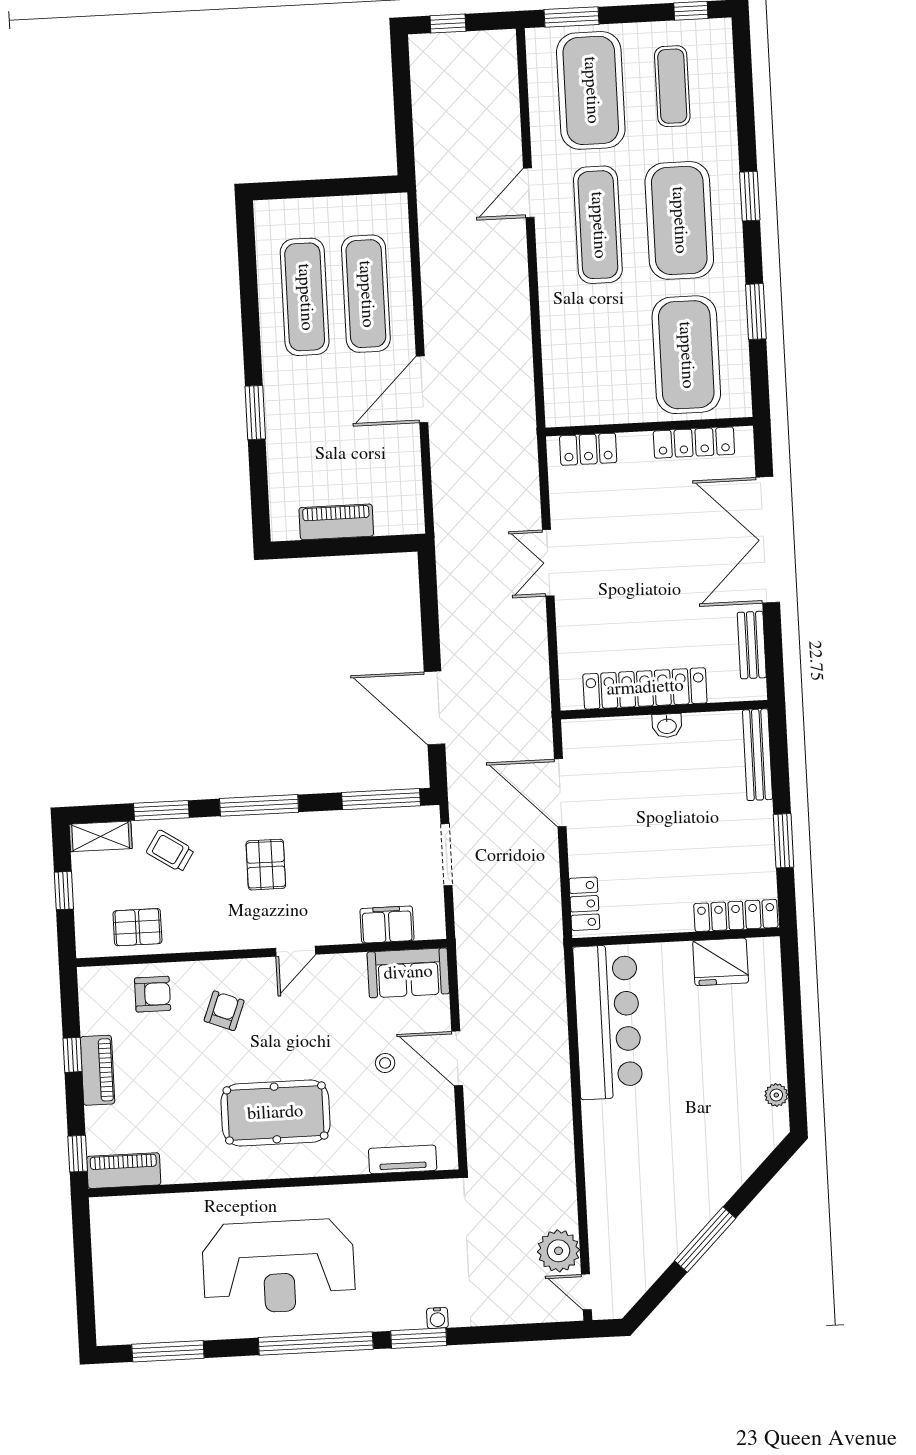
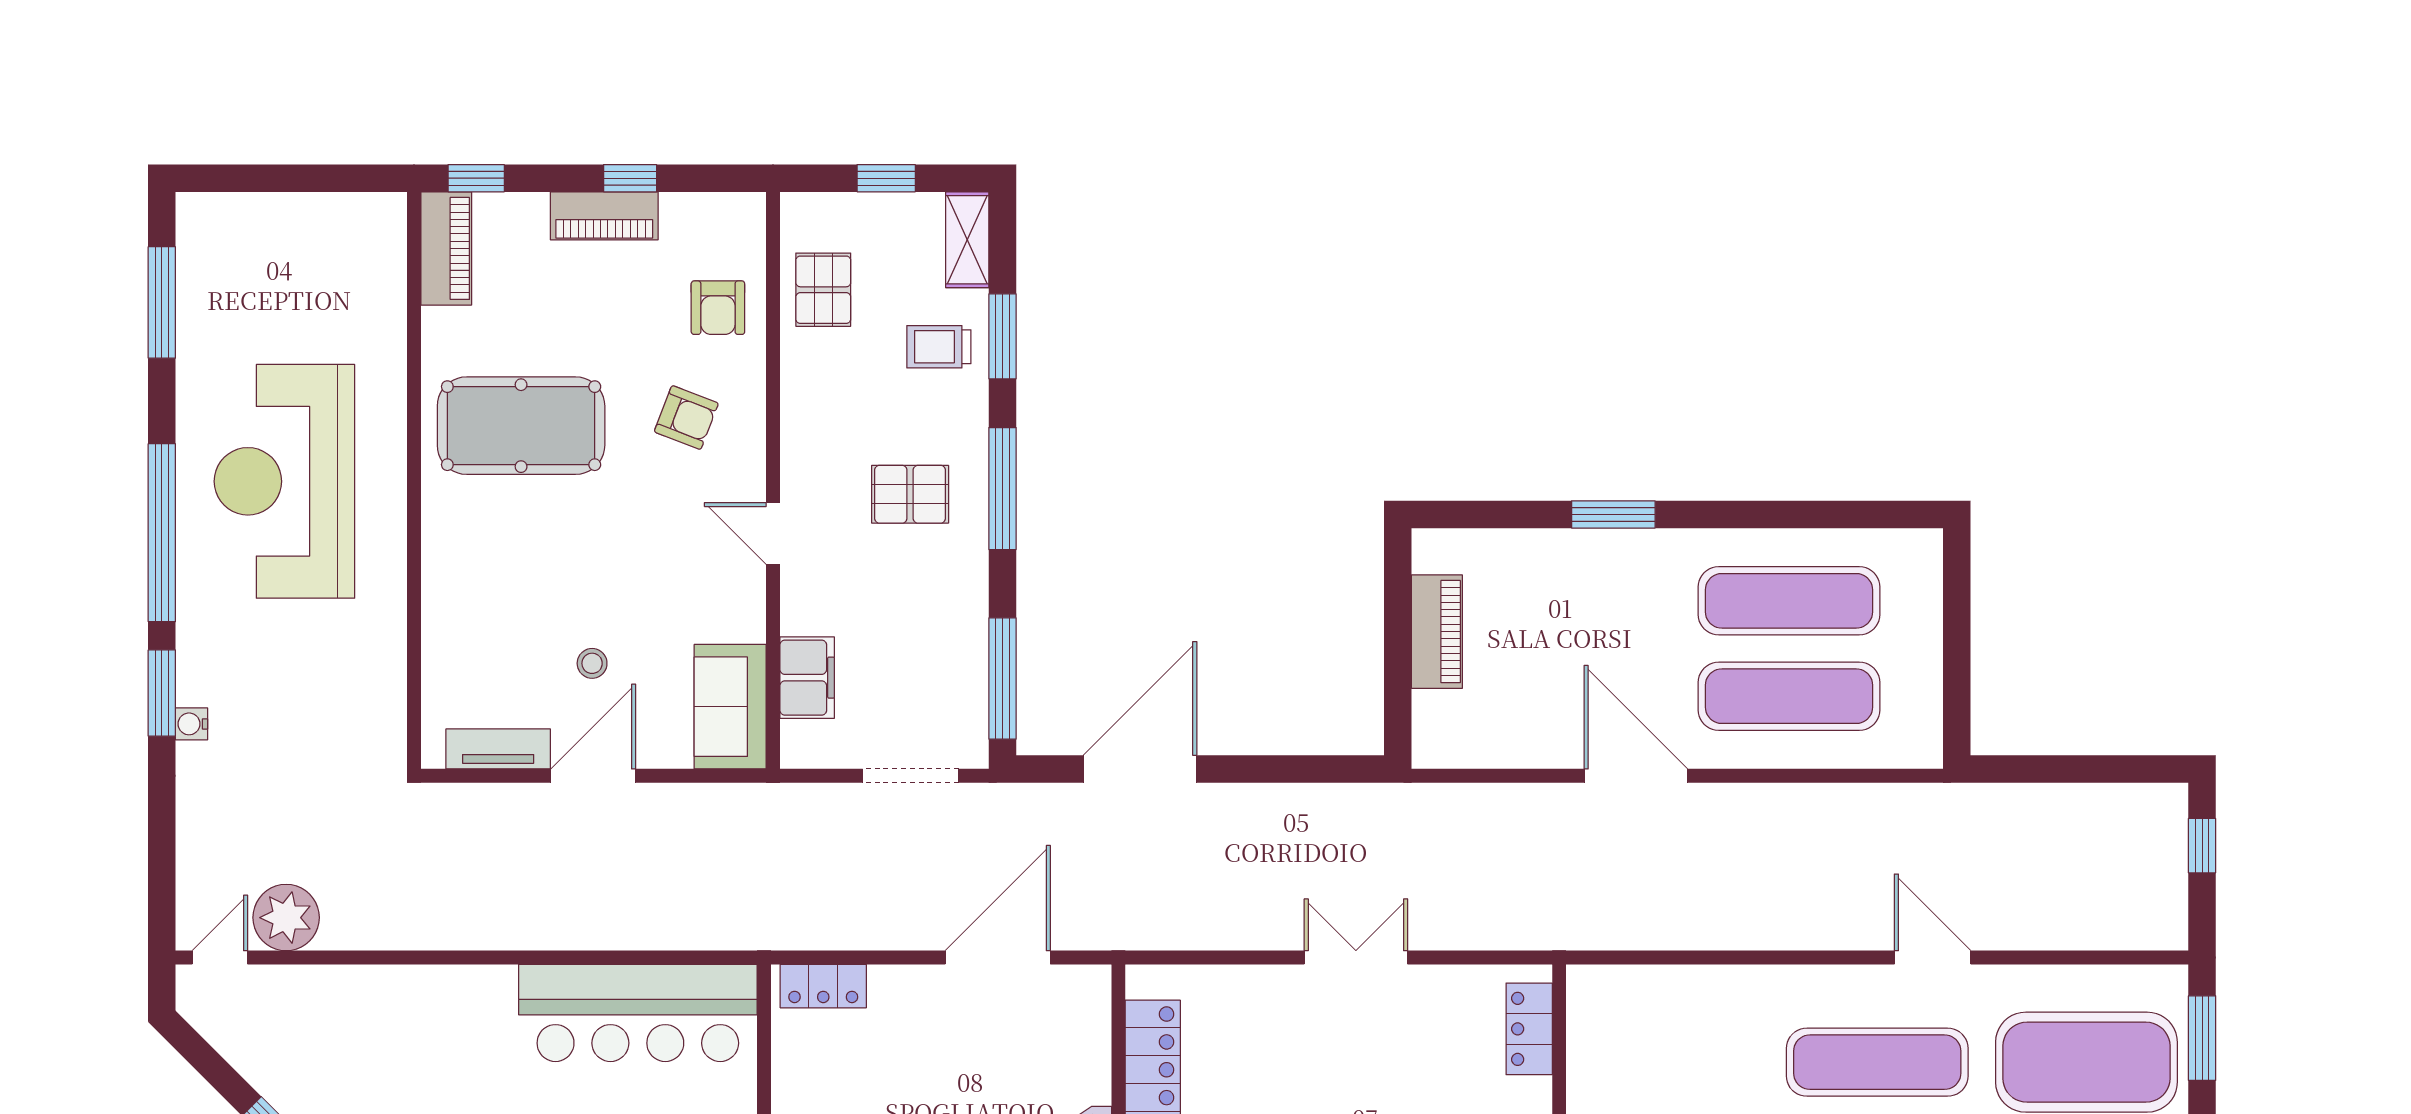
trolley: (170, 851) -> (939, 347), turned -123
pool table: (275, 1113) -> (521, 426), moved, turned 90
tv unit: (403, 1159) -> (498, 749), moved, turned -90

